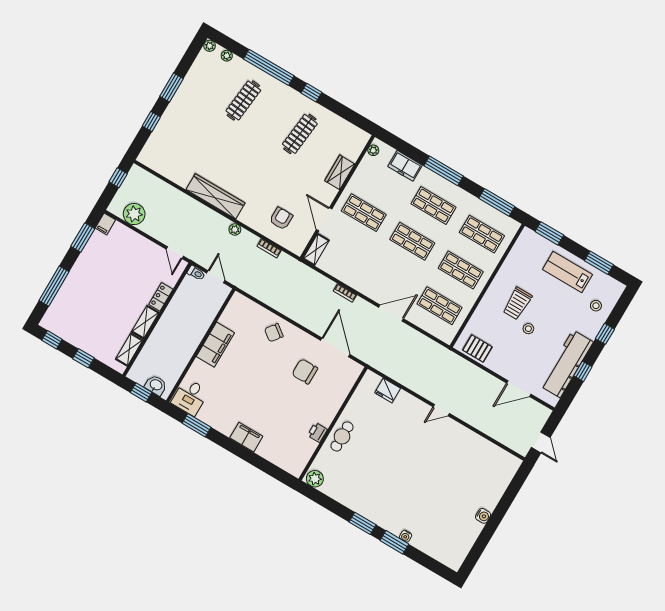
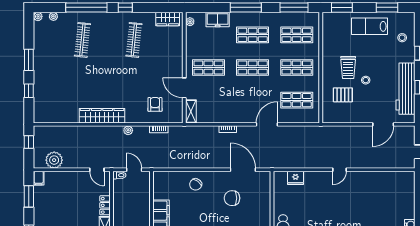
wardrobe: (340, 172) -> (168, 19), moved, turned -90
pallet: (477, 348) -> (343, 95), moved

